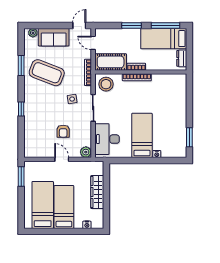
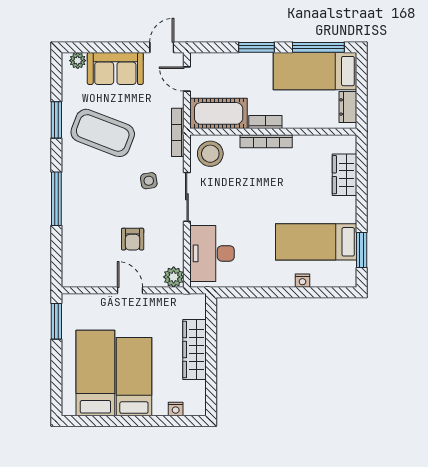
wardrobe: (180, 96) -> (345, 175), added
window: (21, 109) -> (56, 199), width x2.17
bed: (142, 135) -> (316, 242), moved, turned -90

